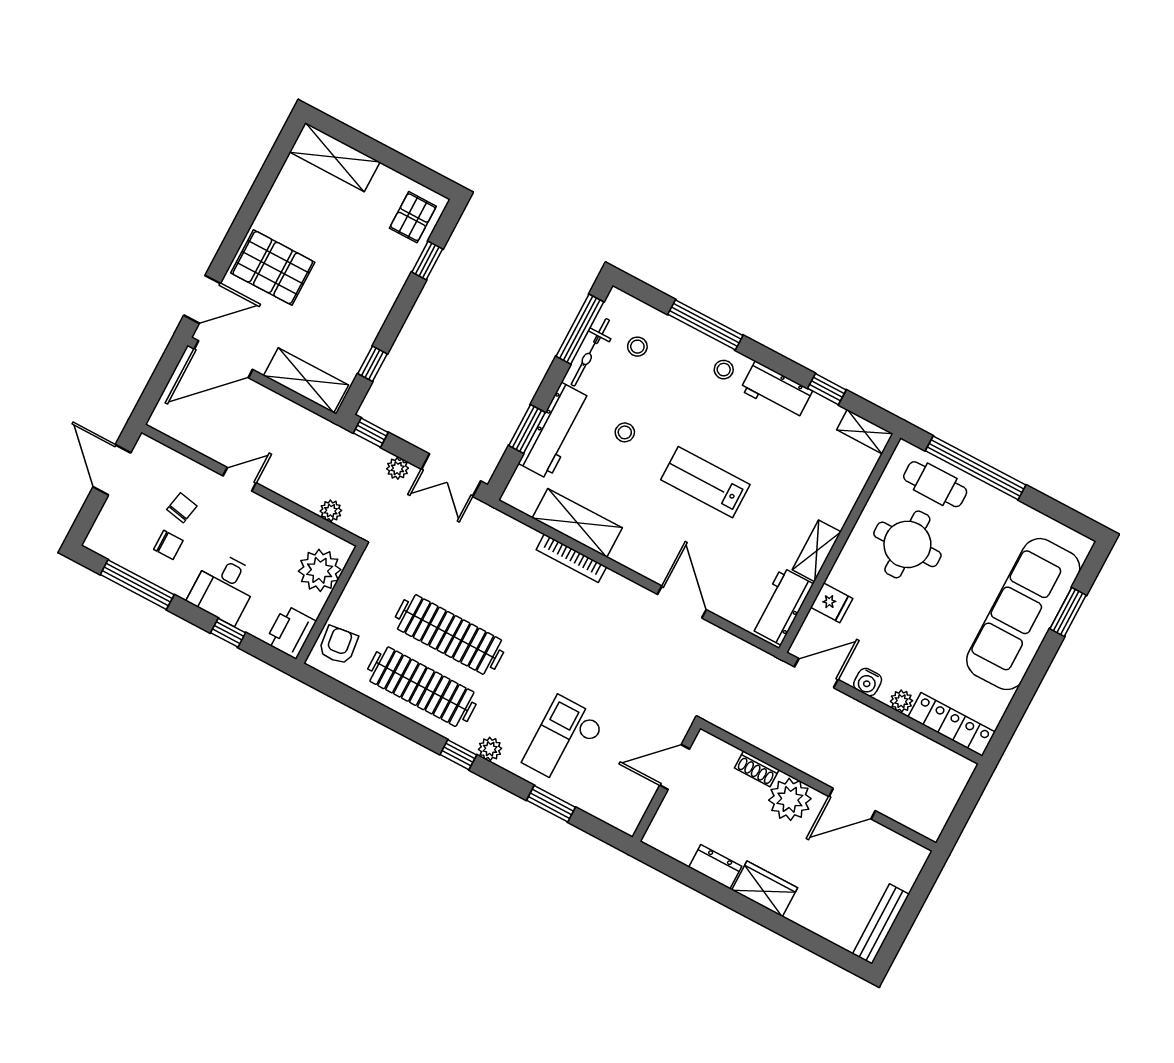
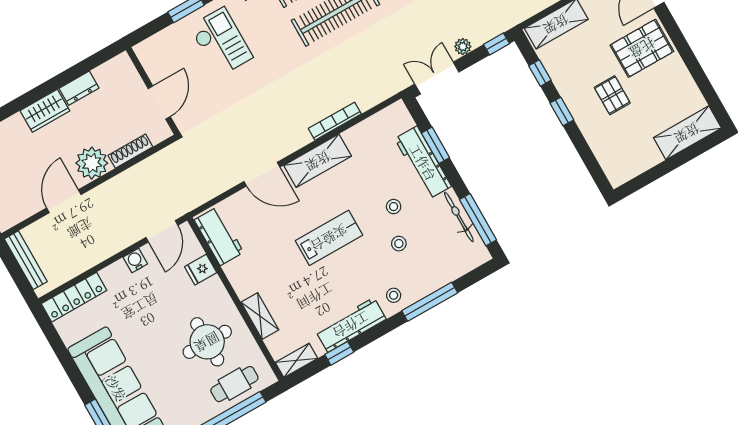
pallet: (413, 217) -> (612, 95), moved
window: (427, 261) -> (562, 112), moved
stool: (637, 347) -> (399, 244), moved
workbench: (776, 391) -> (351, 325), width x1.38
shelving: (577, 523) -> (318, 161), moved
shelving: (817, 551) -> (260, 316), moved
plant: (901, 701) -> (109, 274), removed
shoe rack: (757, 769) -> (130, 151), width x1.43
bench: (945, 804) -> (26, 260), added

